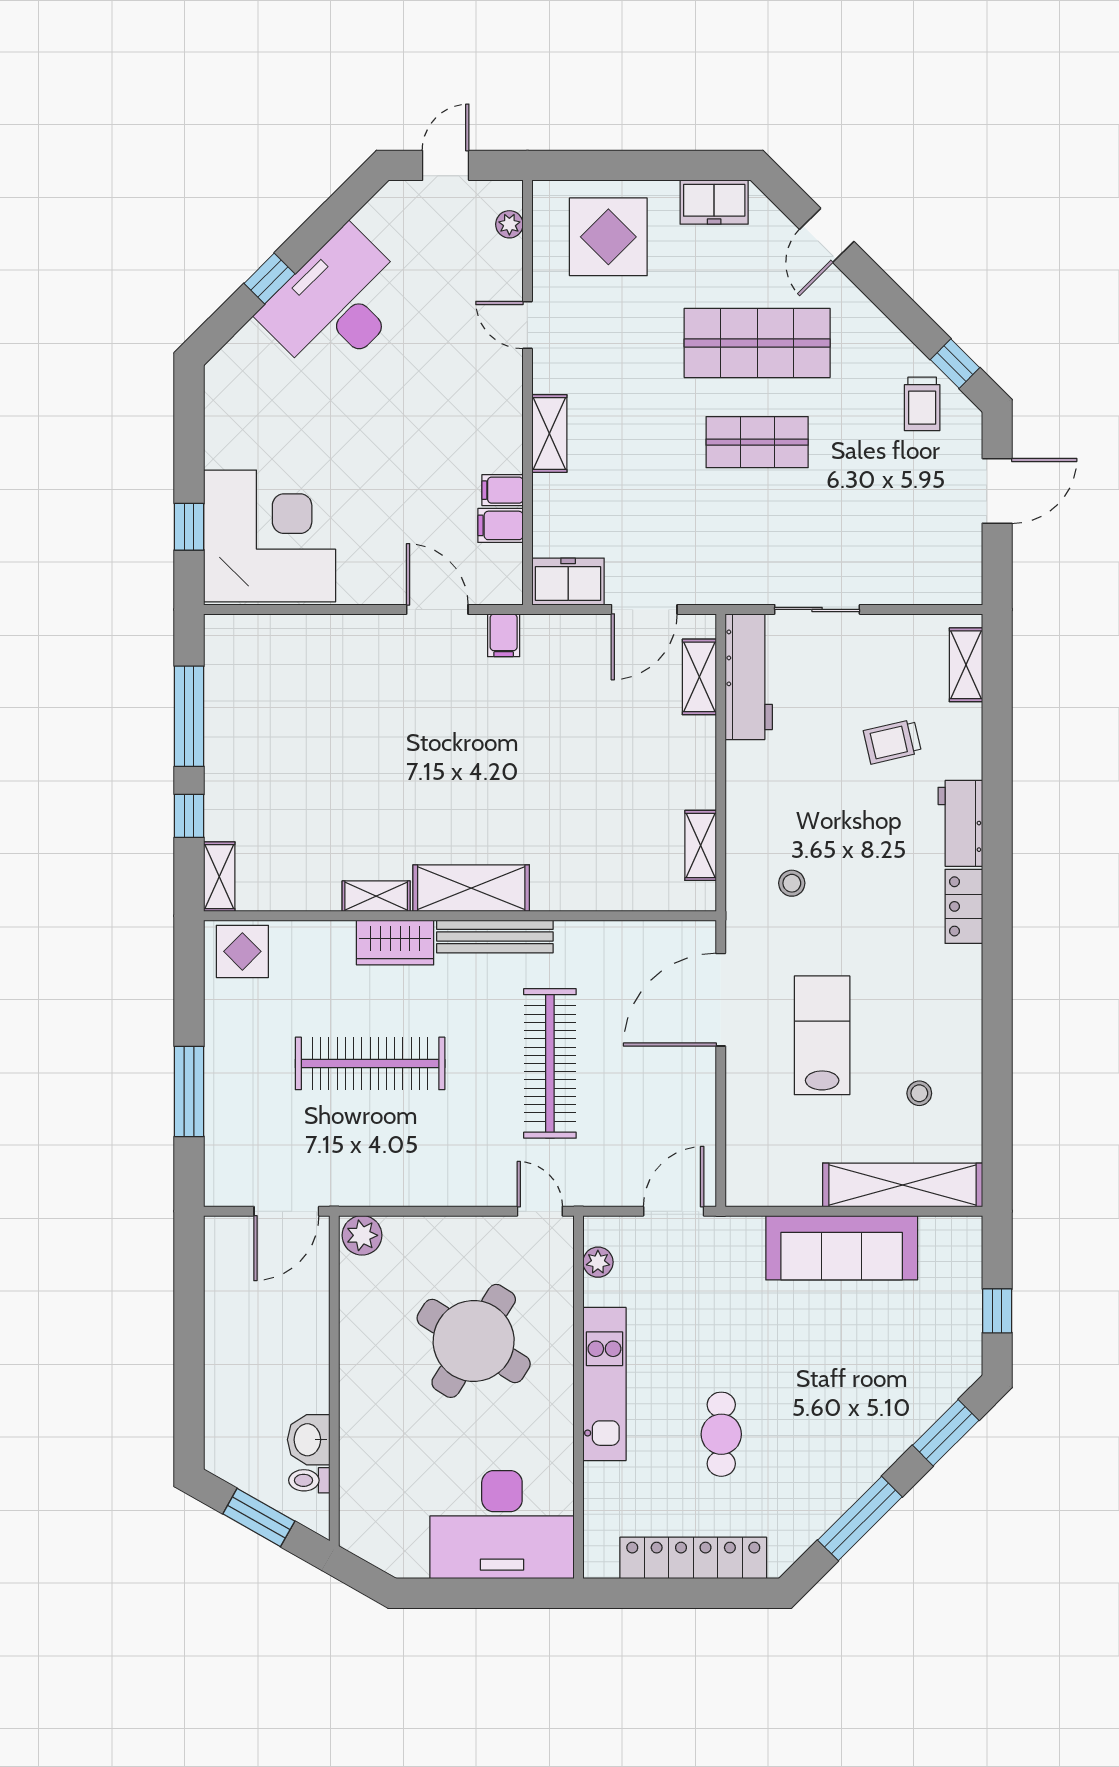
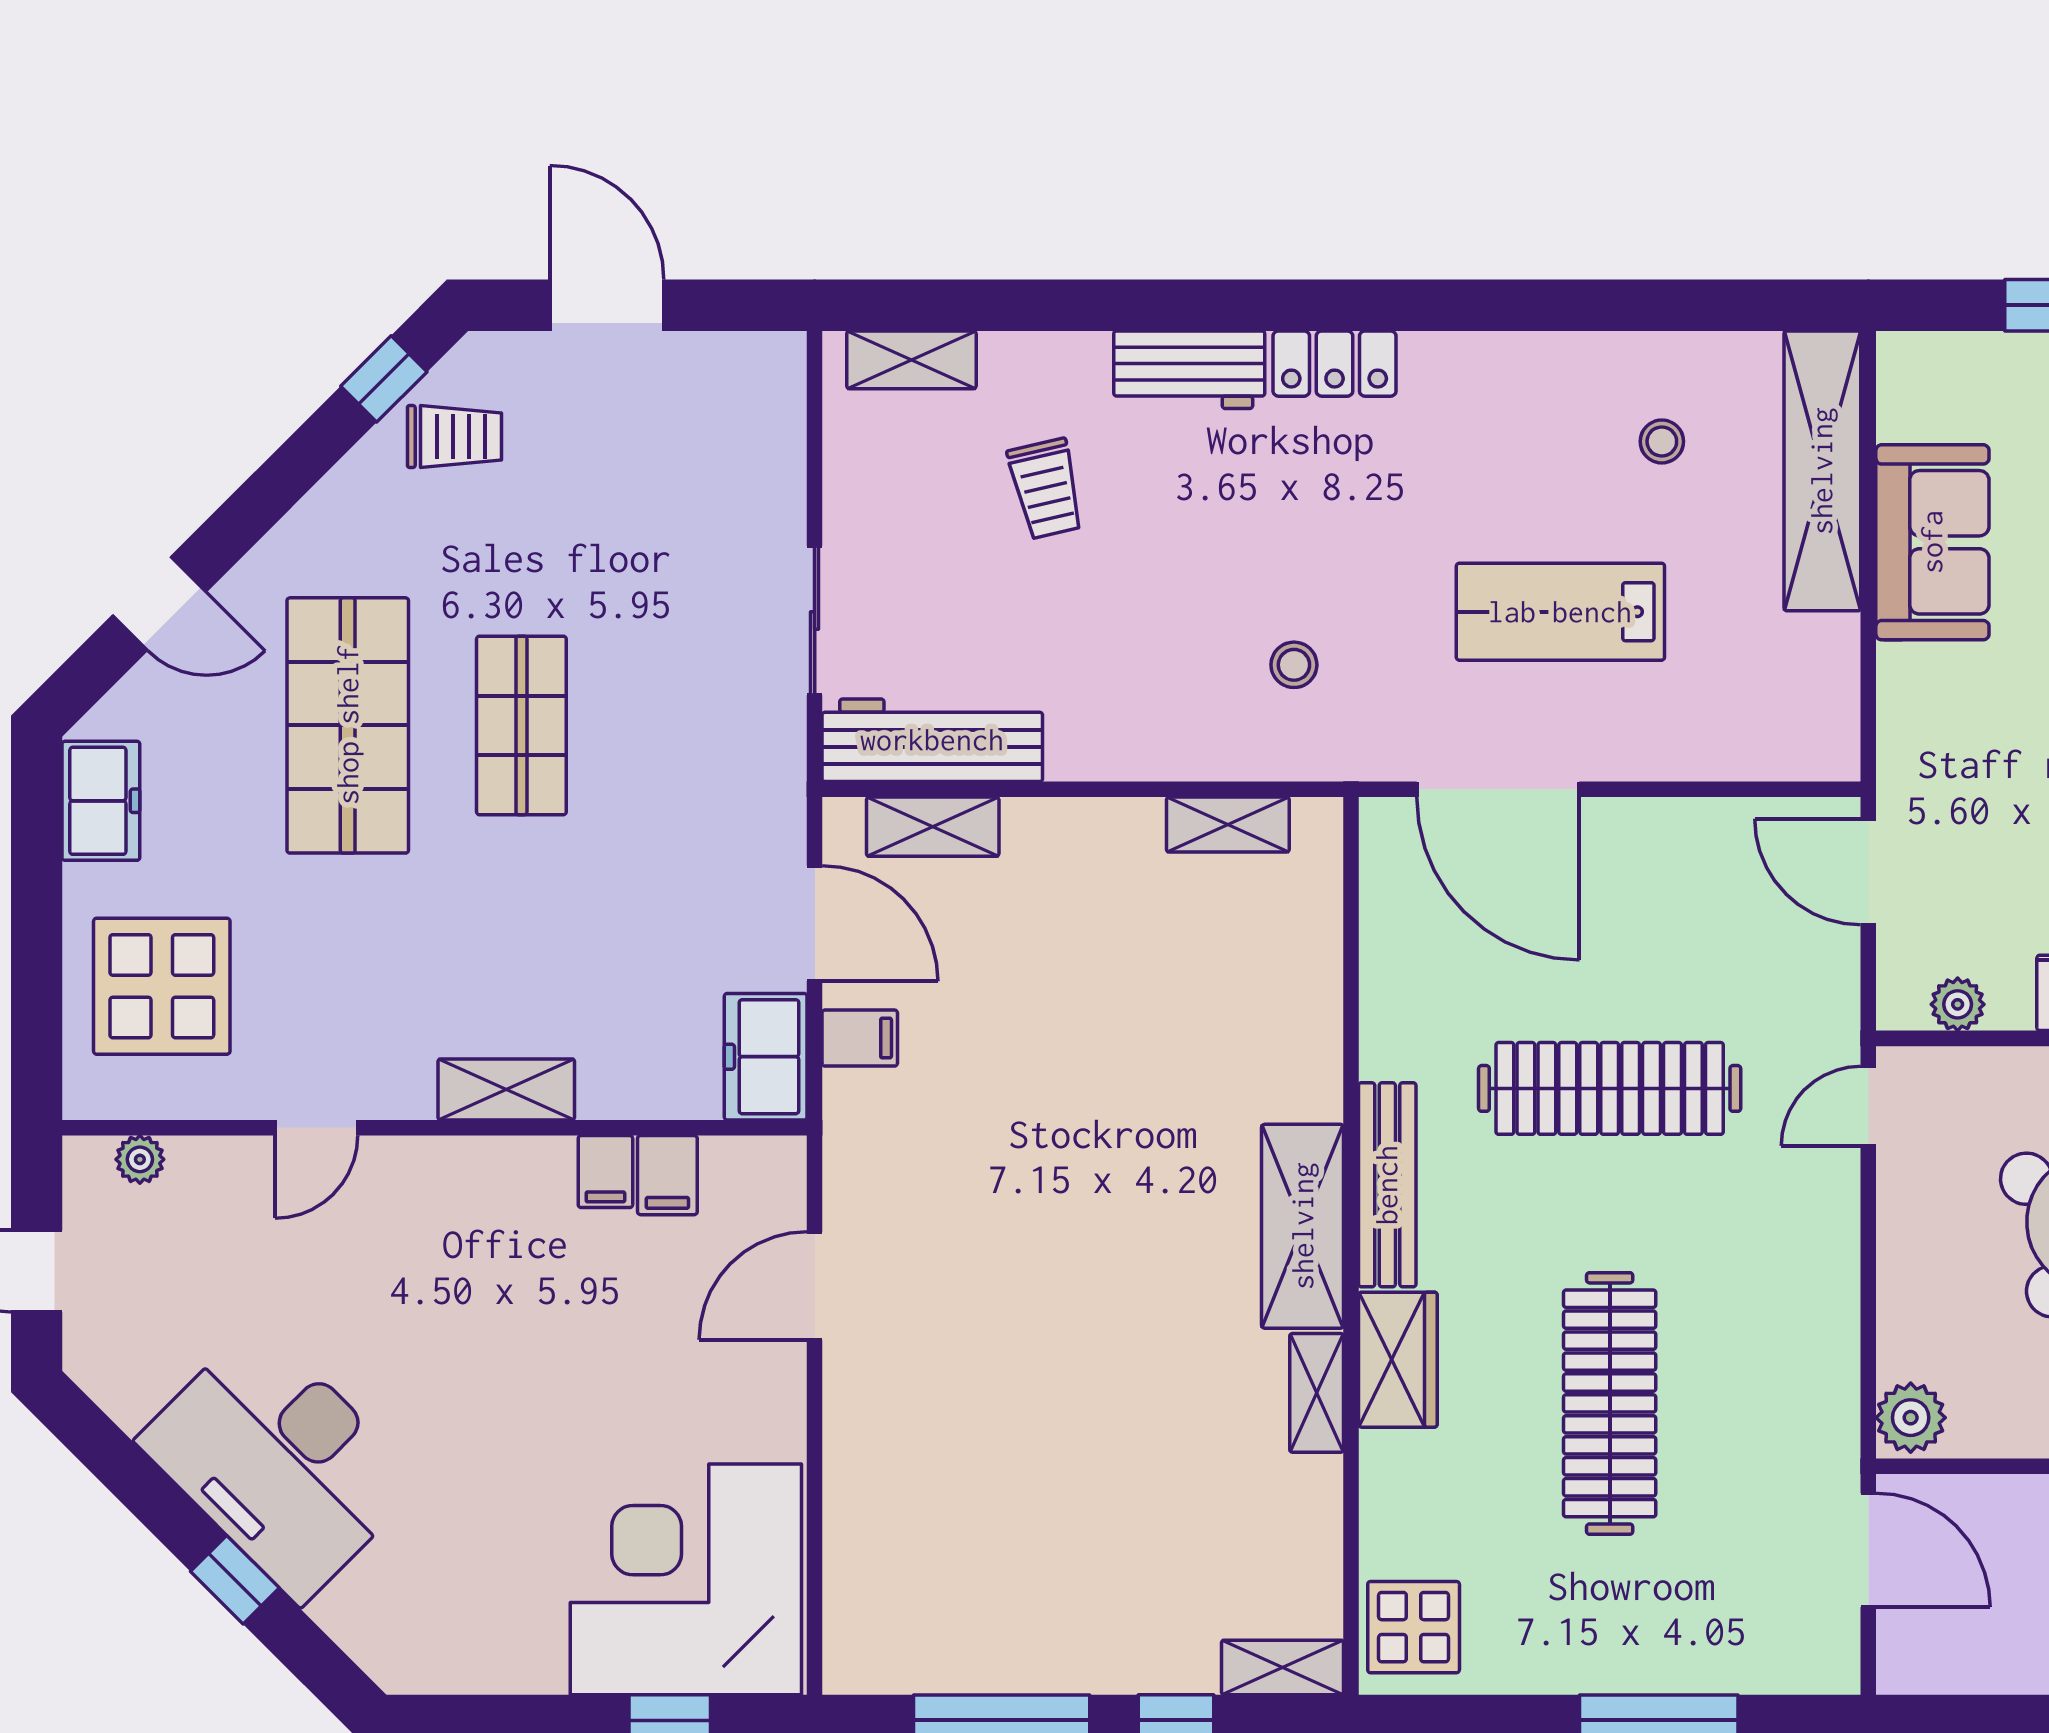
filing cabinet: (504, 635) -> (860, 1038), moved
sofa: (842, 1248) -> (1932, 542), width x0.73

